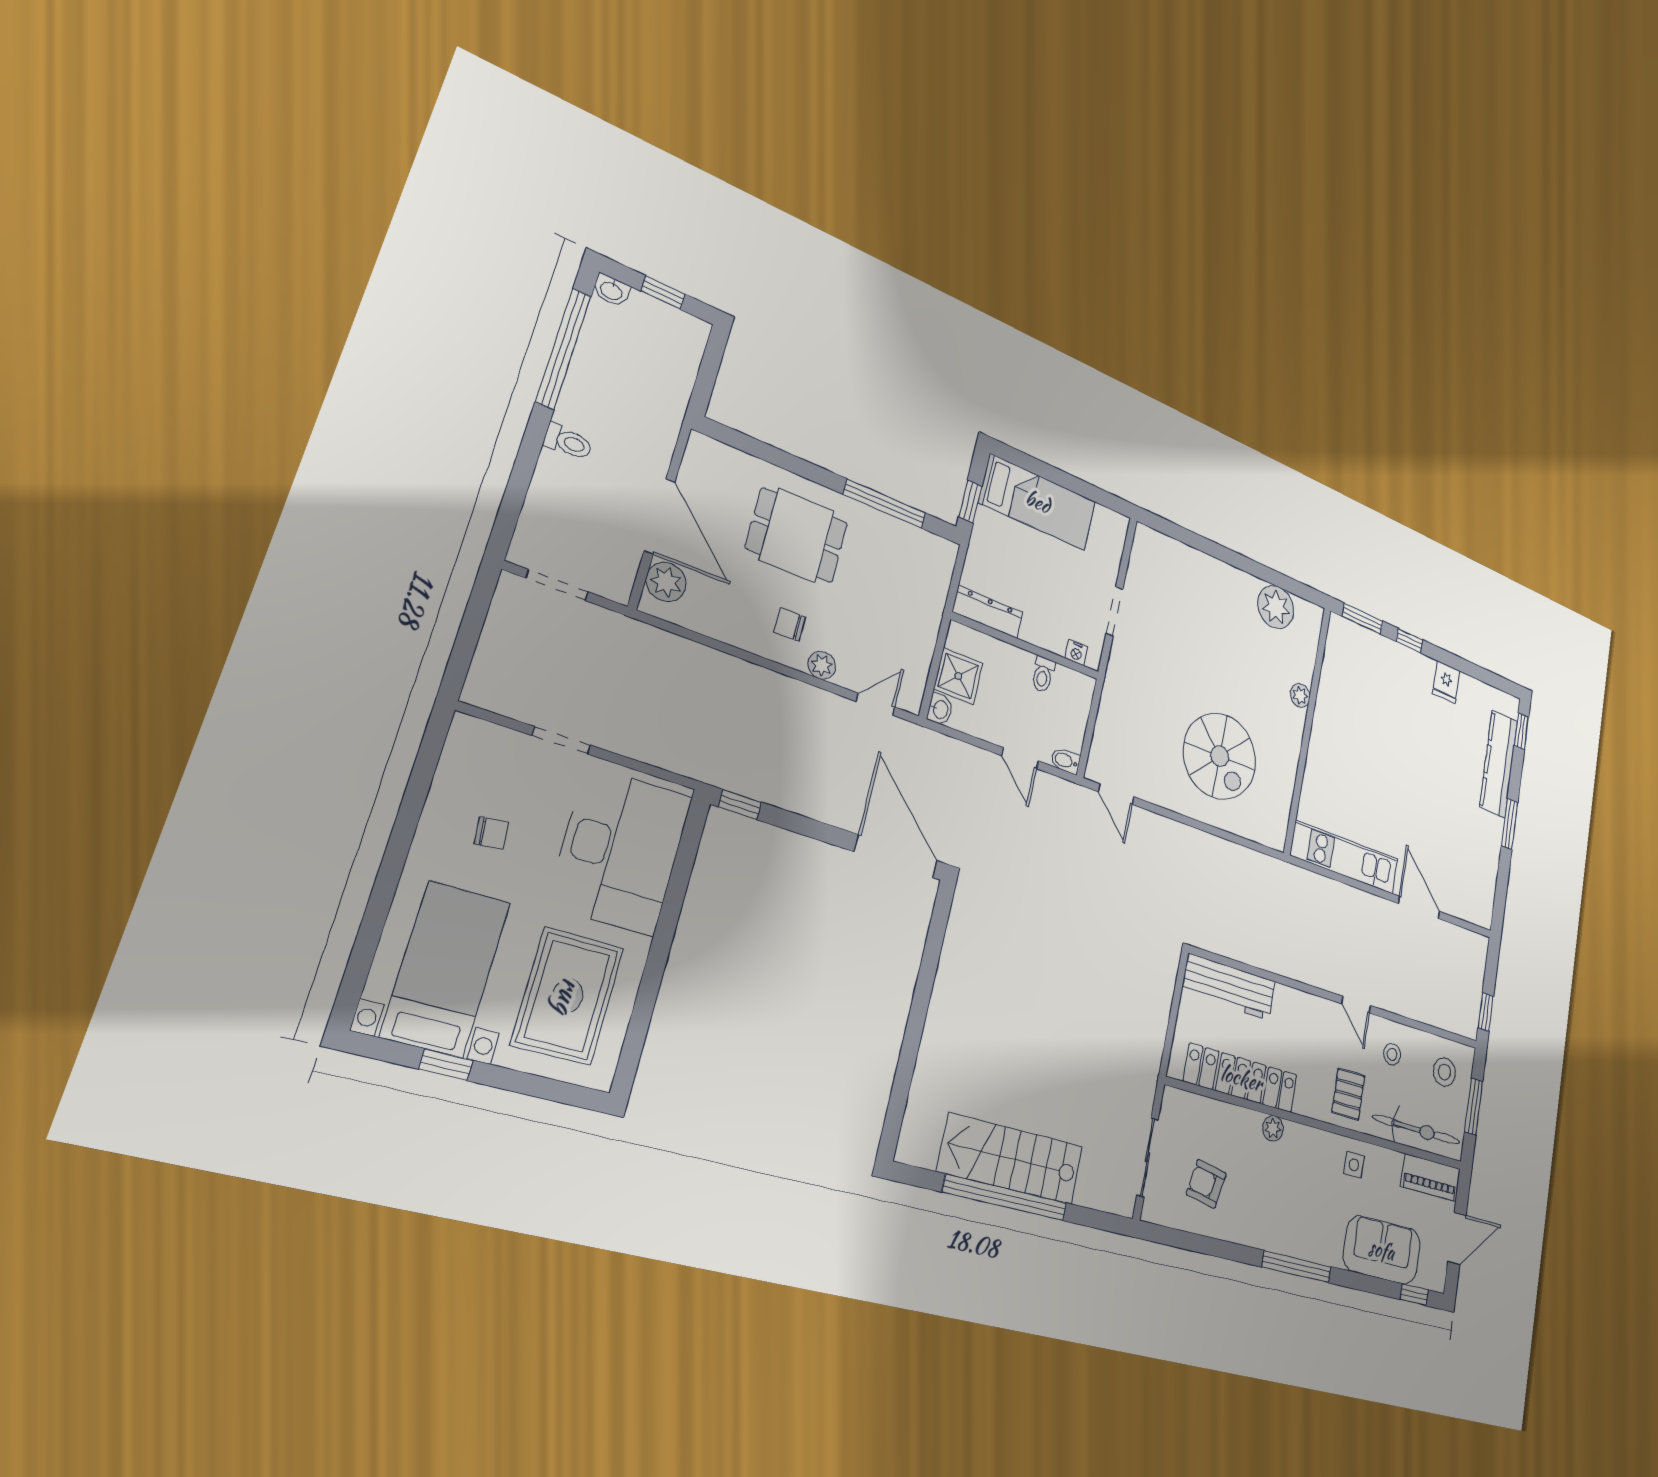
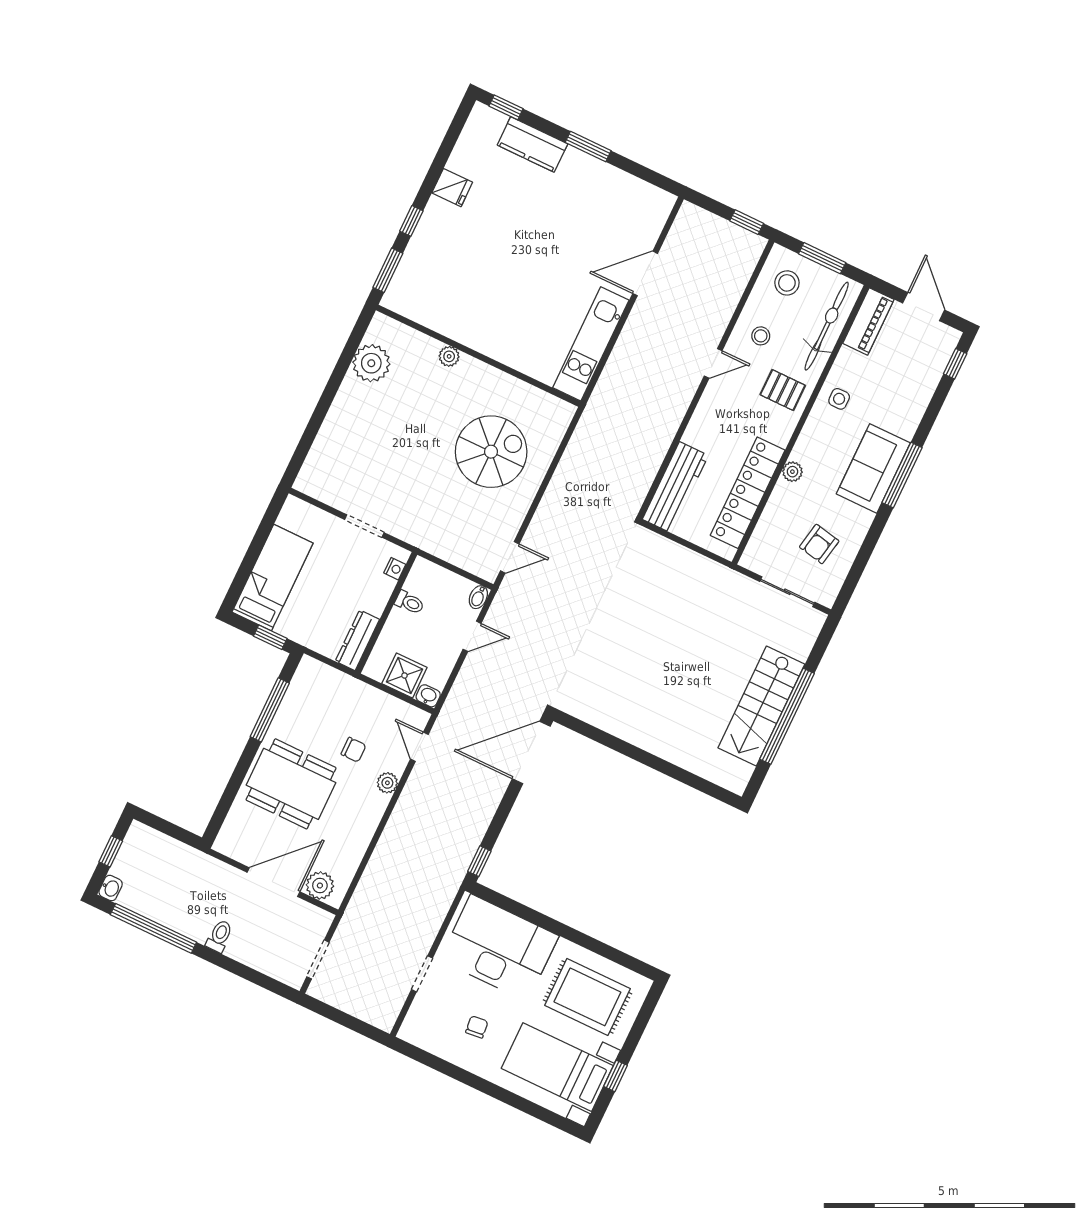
dining table: (797, 535) -> (291, 784), width x1.38
chair: (790, 624) -> (354, 750), moved, turned -90
kitchen counter: (1499, 764) -> (532, 144), width x0.67
sofa: (1382, 1250) -> (873, 468), moved

